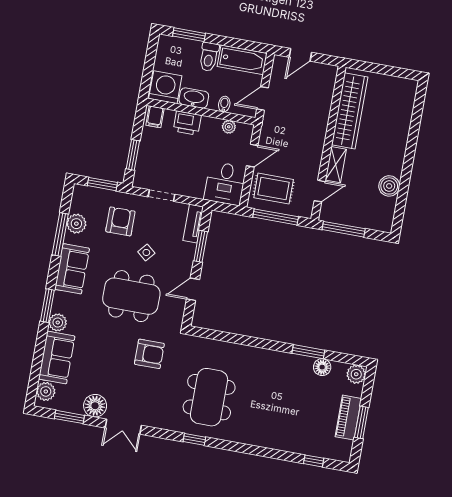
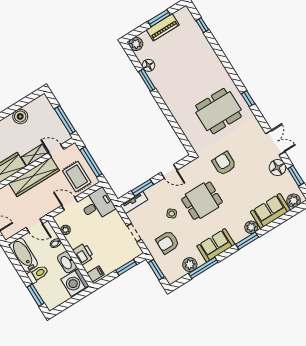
wardrobe: (313, 144) -> (34, 177), added
dining table: (131, 296) -> (202, 201), width x0.73

